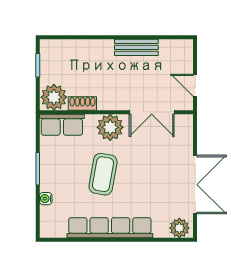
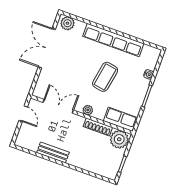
shoe rack: (82, 104) -> (98, 127), width x1.43
plant: (110, 127) -> (88, 110), width x0.53, depth x0.53

